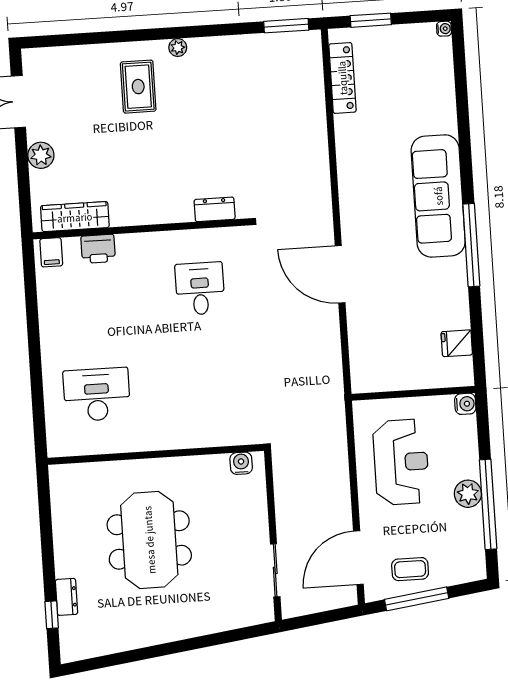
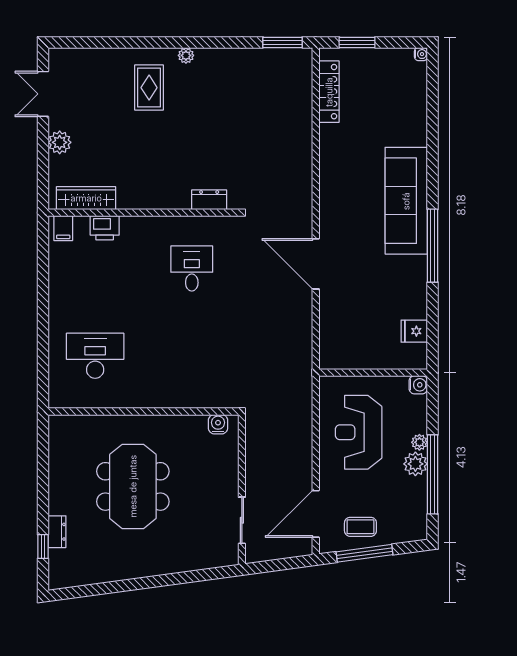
reception desk: (401, 462) -> (359, 432), turned 180
plant: (471, 469) -> (419, 442), added

